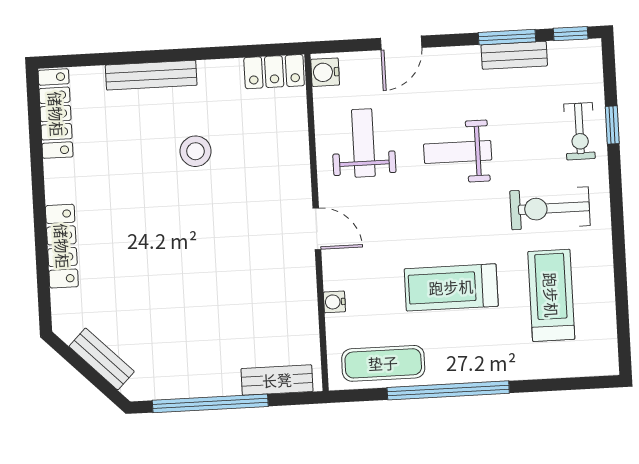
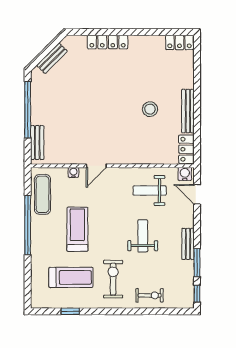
door: (401, 43) -> (197, 194), moved
bench: (514, 55) -> (188, 244), moved
bench: (151, 75) -> (188, 111), moved
locker: (56, 114) -> (179, 42), width x0.66
window: (612, 125) -> (70, 311), moved
exercise bike: (580, 131) -> (150, 295), turned 180
weight bench: (363, 143) -> (150, 191), turned 180
door: (317, 229) -> (96, 166), moved

